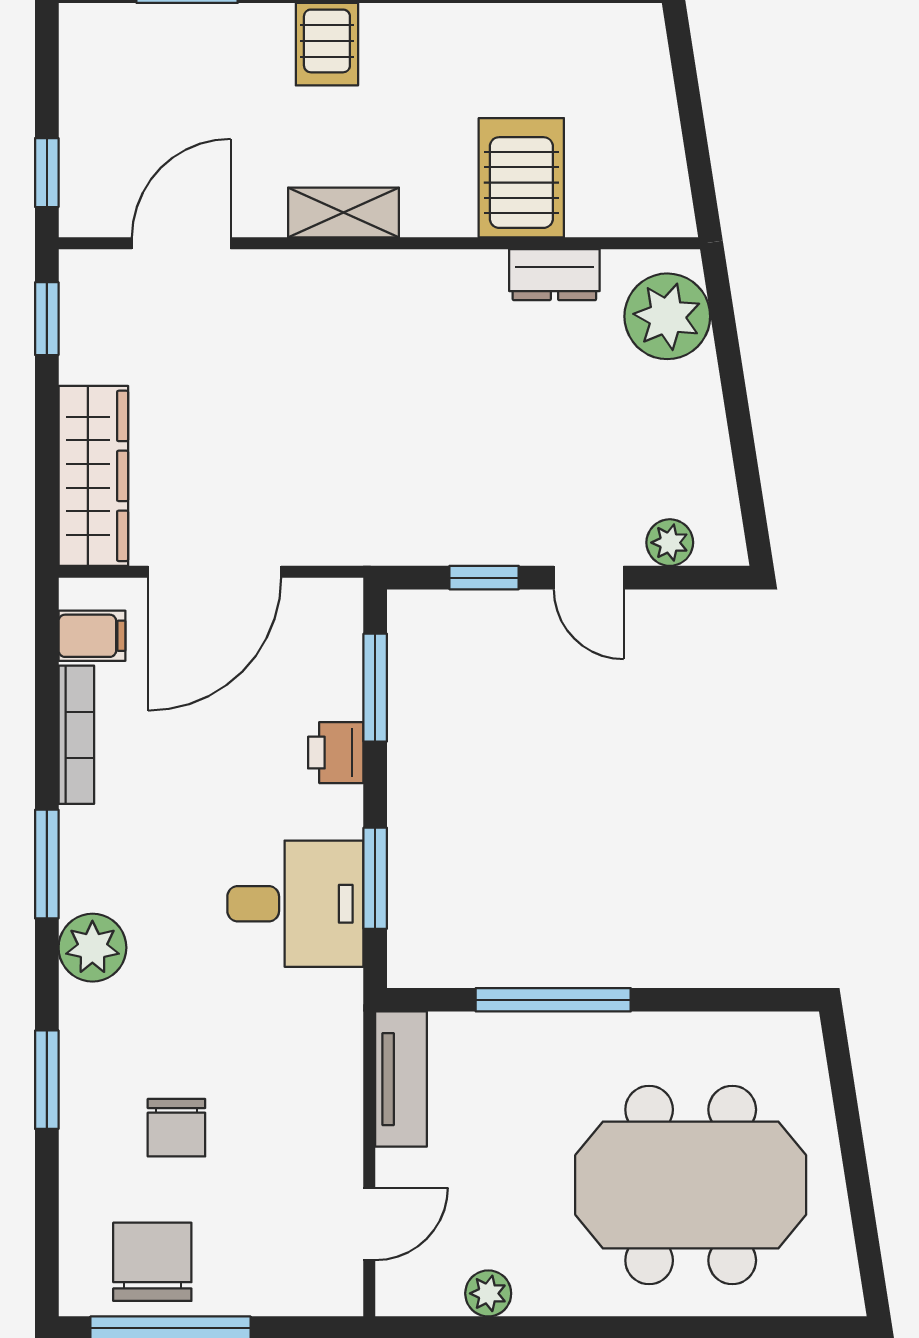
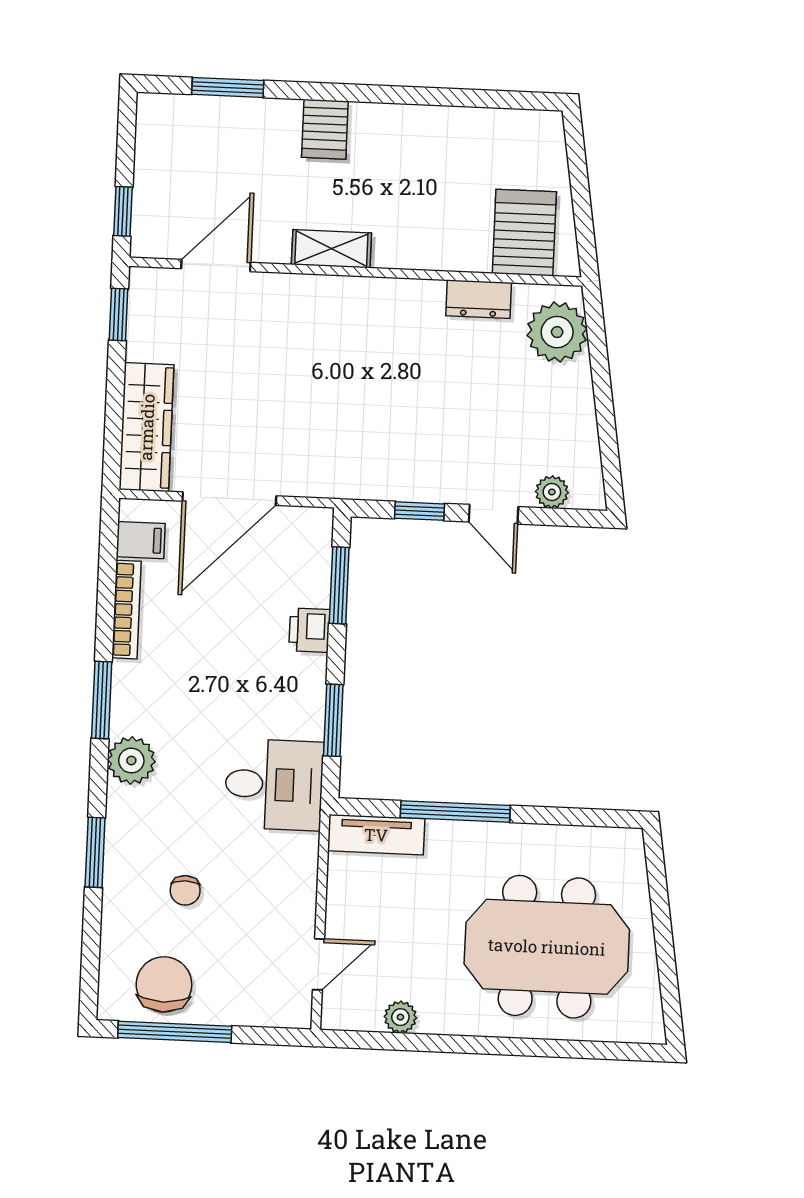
server rack: (521, 178) -> (524, 233), moved
desk: (295, 904) -> (274, 785), moved
tv unit: (401, 1079) -> (376, 835), moved, turned 90
chair: (176, 1128) -> (185, 890), width x0.73, depth x0.73

